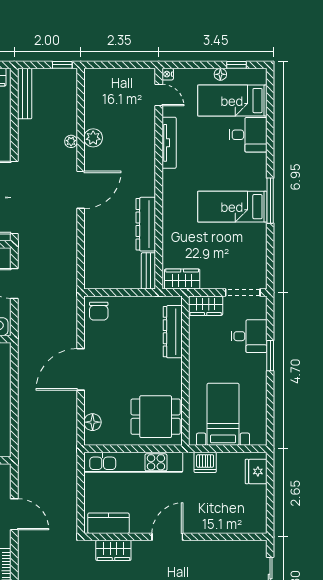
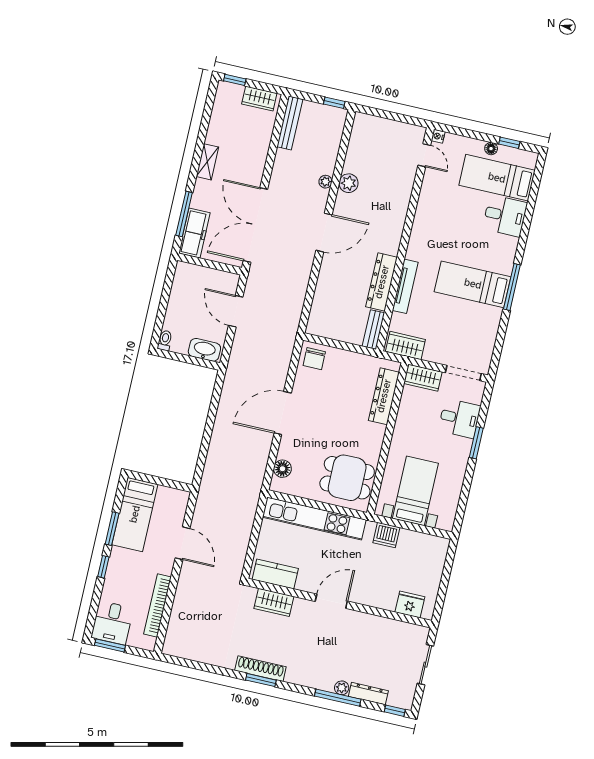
tv unit: (169, 143) -> (405, 286), moved
fridge: (256, 471) -> (410, 604), moved, turned 90

